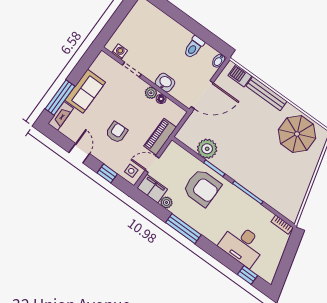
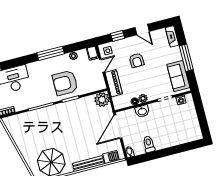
sofa: (85, 91) -> (178, 76), moved
window: (60, 97) -> (186, 58), moved
plant: (207, 149) -> (102, 100), moved
filing cabinet: (152, 189) -> (93, 53), width x0.50

